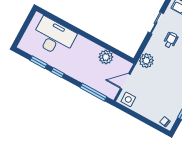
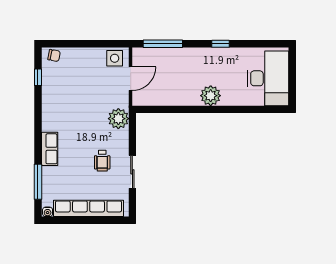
desk: (54, 37) -> (268, 78), moved, turned -90
plant: (106, 57) -> (211, 96), moved
window: (39, 62) -> (251, 44), removed

